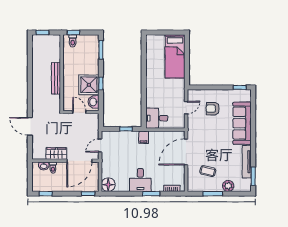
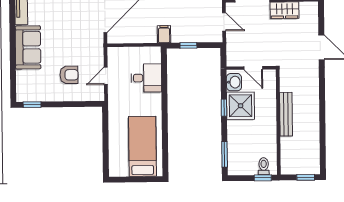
bed: (175, 56) -> (142, 146), moved
desk: (157, 118) -> (146, 78), moved
sofa: (242, 123) -> (28, 47), width x0.73
door: (100, 146) -> (224, 22), hinge flipped

